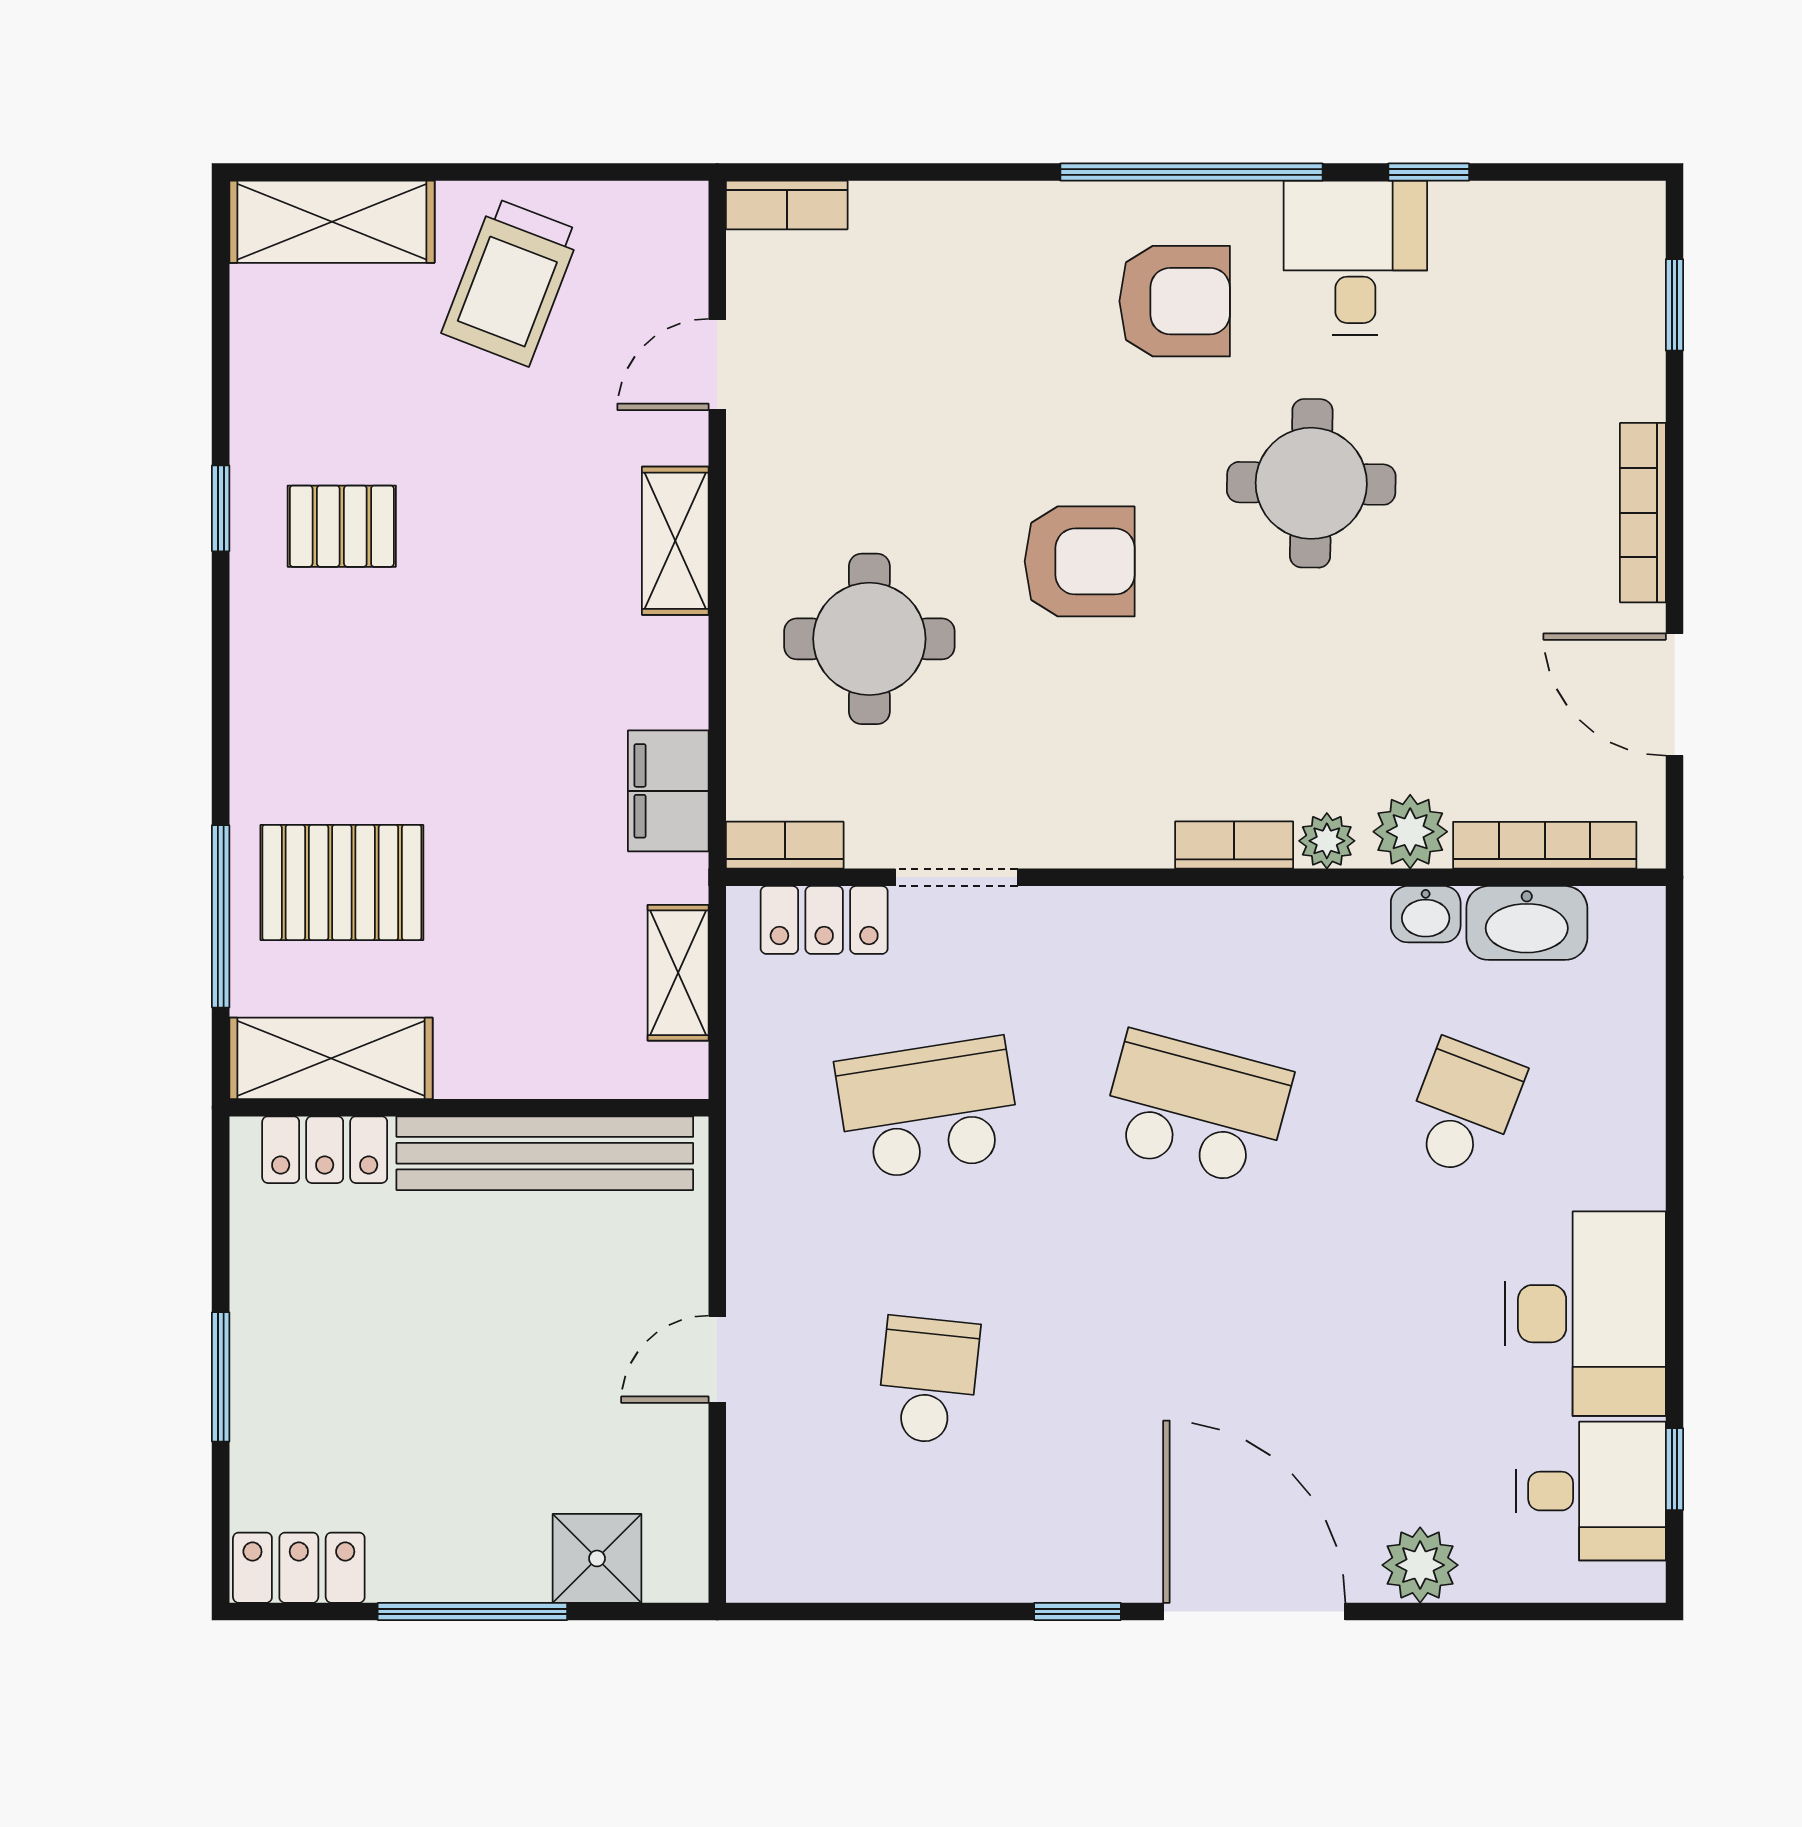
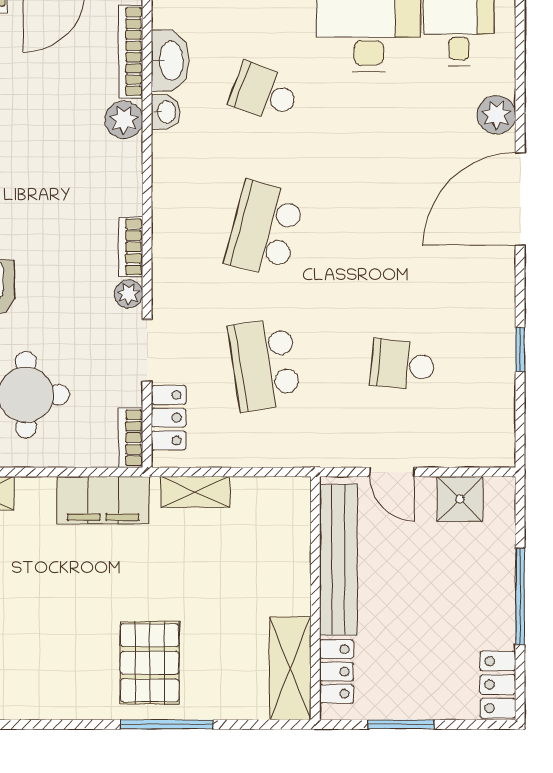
filing cabinet: (668, 791) -> (103, 500), width x1.50, depth x1.17
plant: (1327, 841) -> (128, 294), moved
bookcase: (1234, 845) -> (131, 247), moved
shelving: (331, 1058) -> (290, 668), moved
wall: (469, 1108) -> (315, 598), moved
locker: (325, 1150) -> (337, 672), moved
bench: (545, 1153) -> (338, 560), moved
shower: (597, 1558) -> (460, 499), moved
window: (1078, 1611) -> (520, 350), moved

